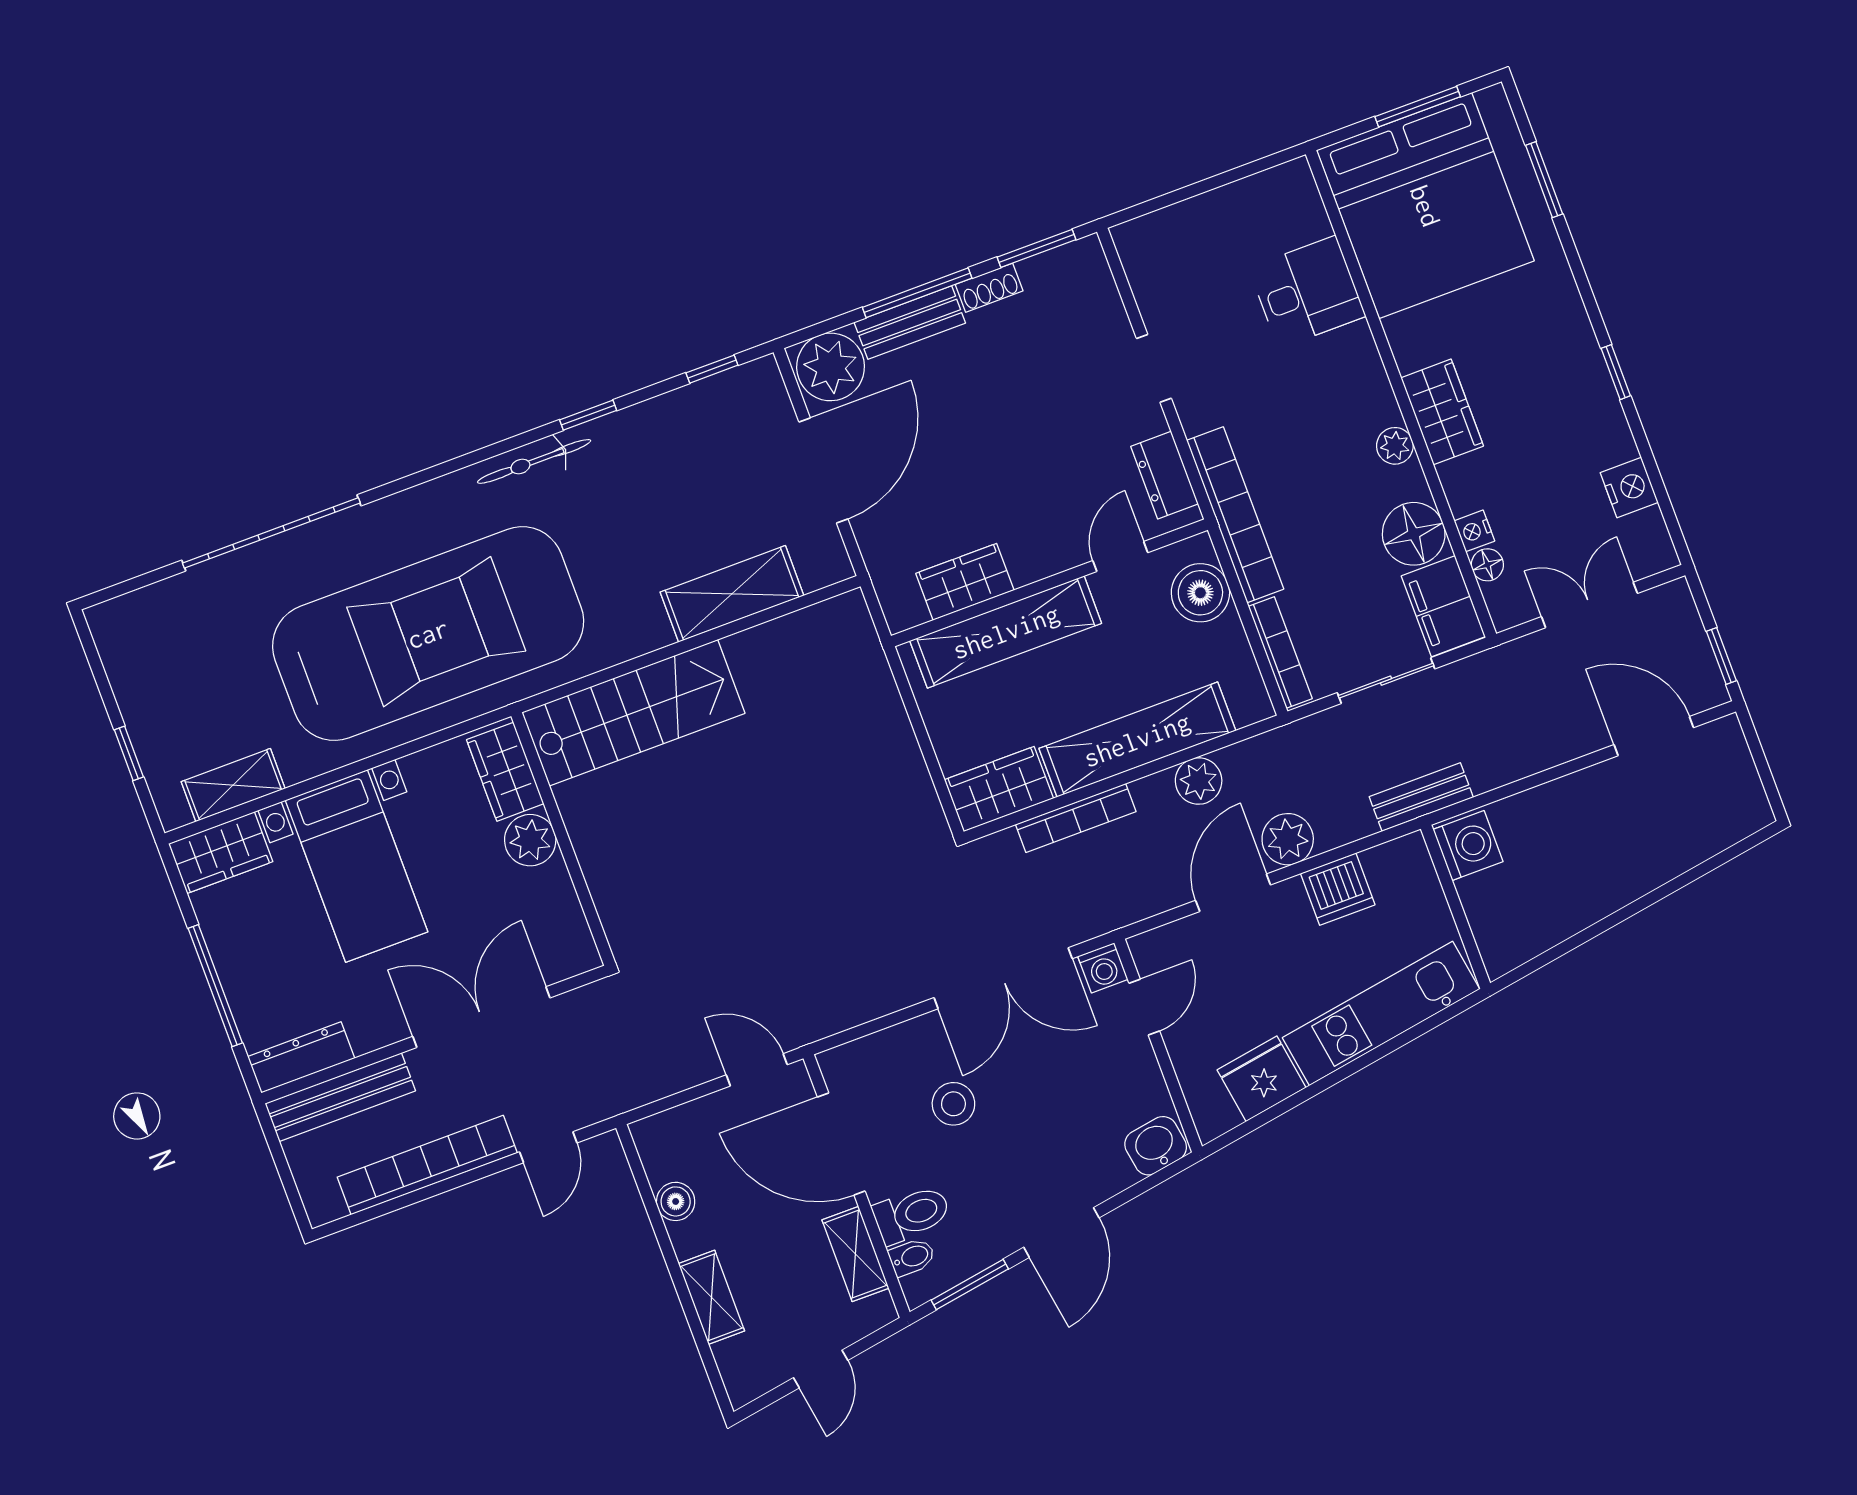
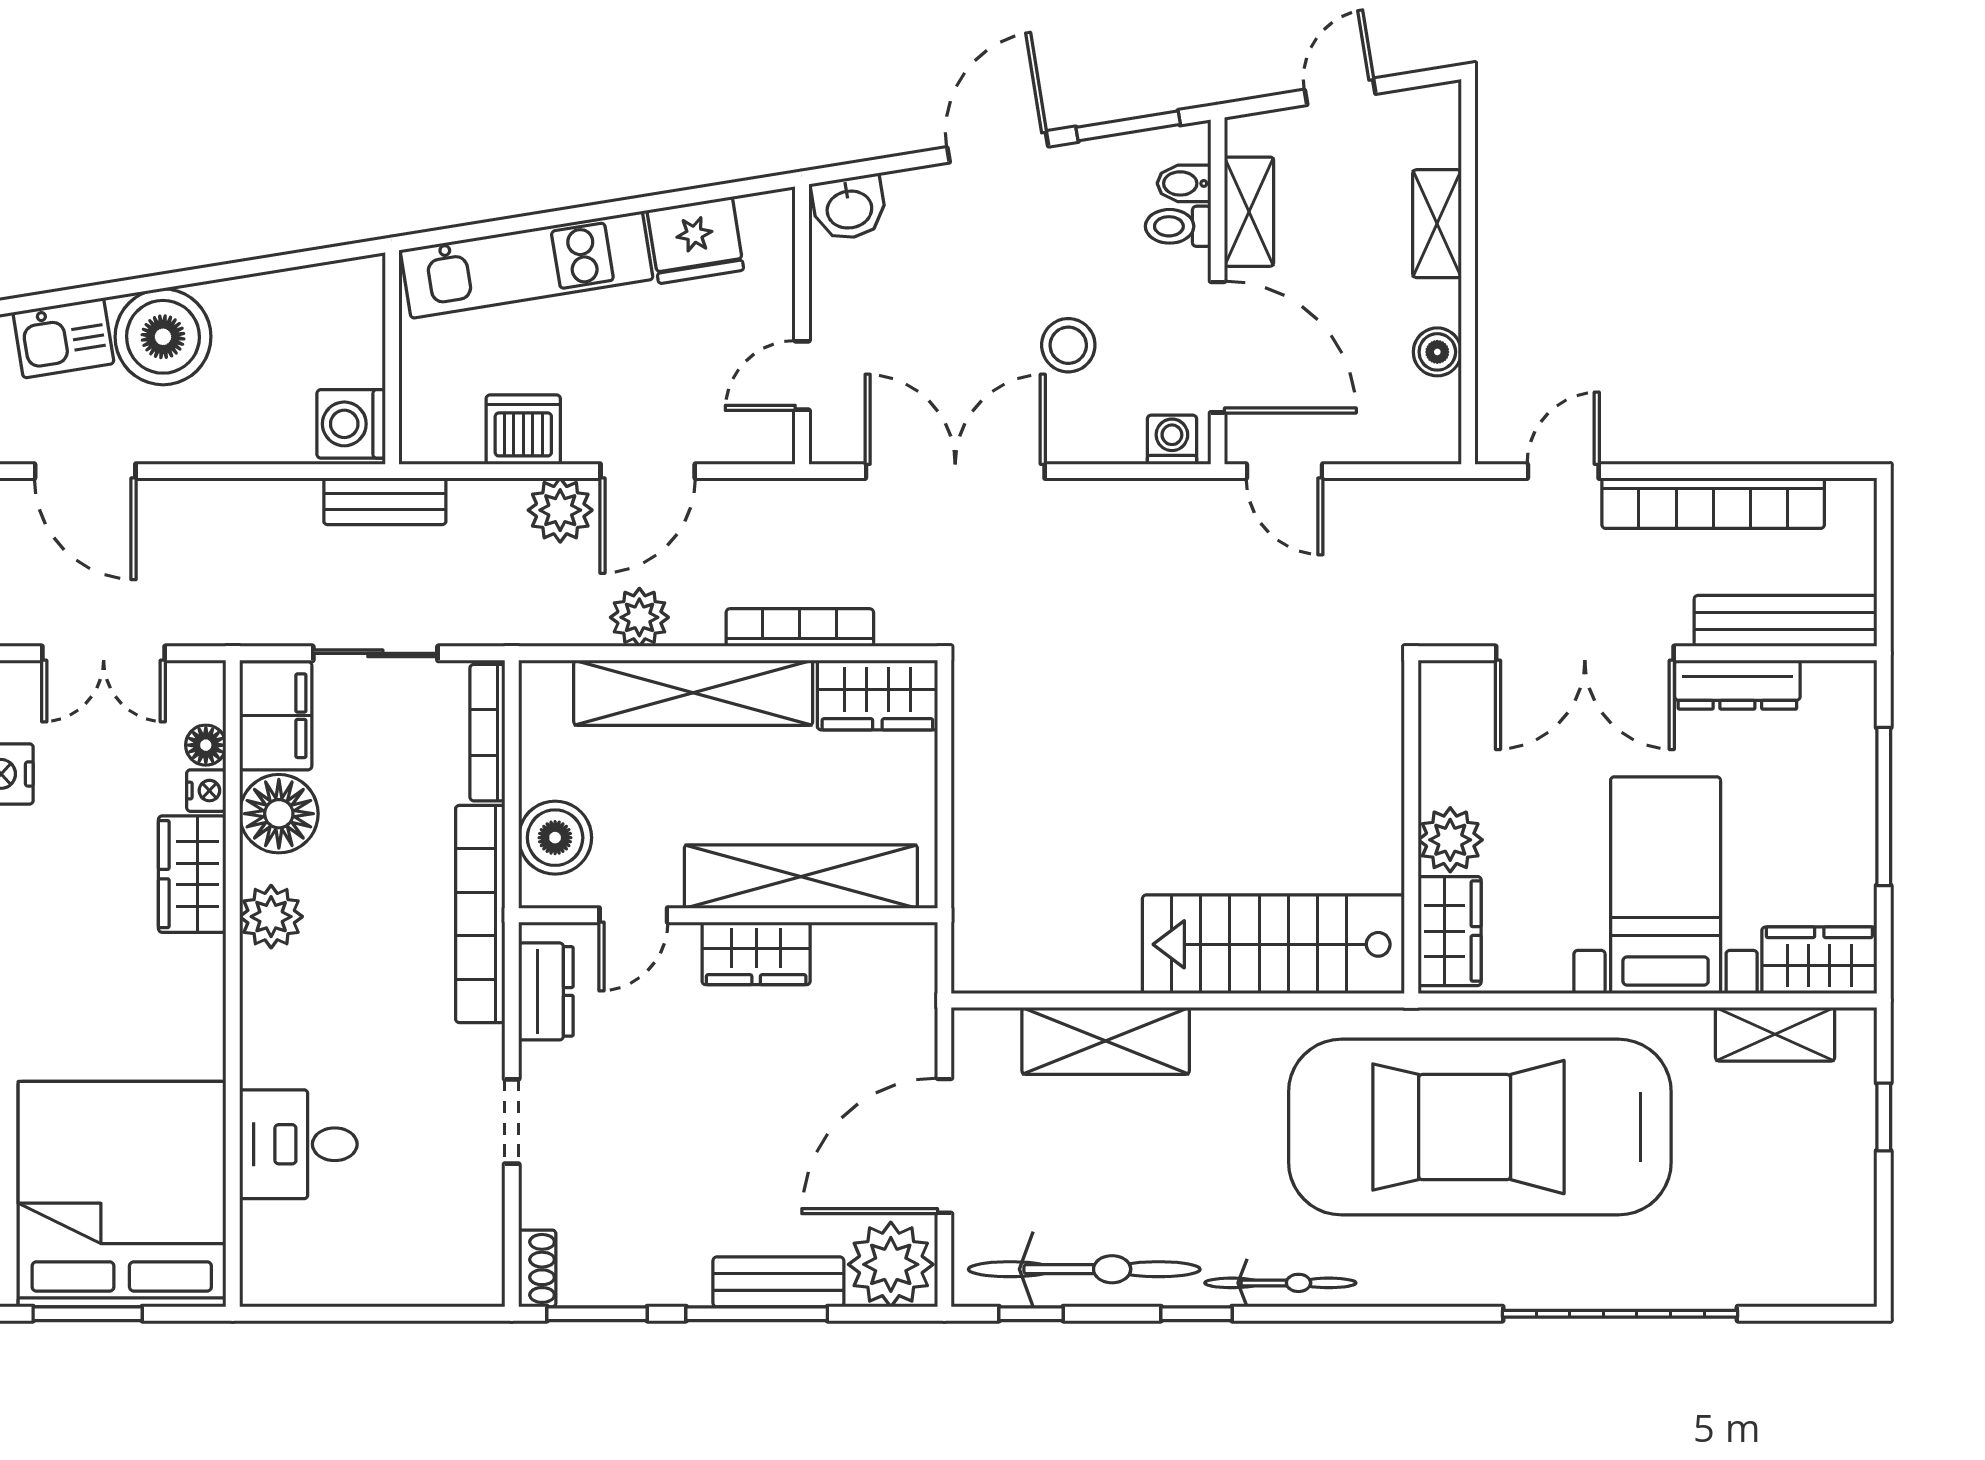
shoe rack: (989, 288) -> (537, 1268), moved, turned 90
wardrobe: (1442, 412) -> (192, 874), moved
bicycle: (685, 417) -> (1084, 1269), added
plant: (1395, 446) -> (271, 917), width x1.38, depth x1.38
wardrobe: (965, 582) -> (756, 953), moved
kitchen sink: (1707, 830) -> (63, 338), added
boiler: (1633, 858) -> (163, 337), added
washing machine: (1103, 968) -> (1172, 440), moved
dresser: (301, 1057) -> (1737, 685), moved
toilet: (912, 1214) -> (1178, 226), width x0.73, depth x0.72

